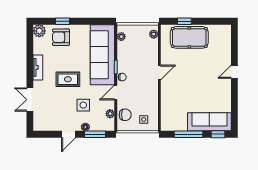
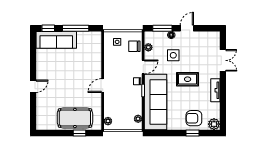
armchair: (61, 37) -> (194, 118), turned 180

